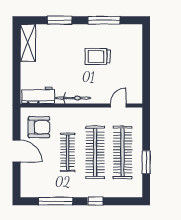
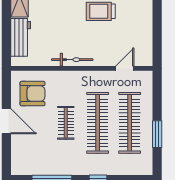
workbench: (38, 95) -> (21, 37), moved, turned 90
clothes rail: (68, 152) -> (66, 123), width x0.73

